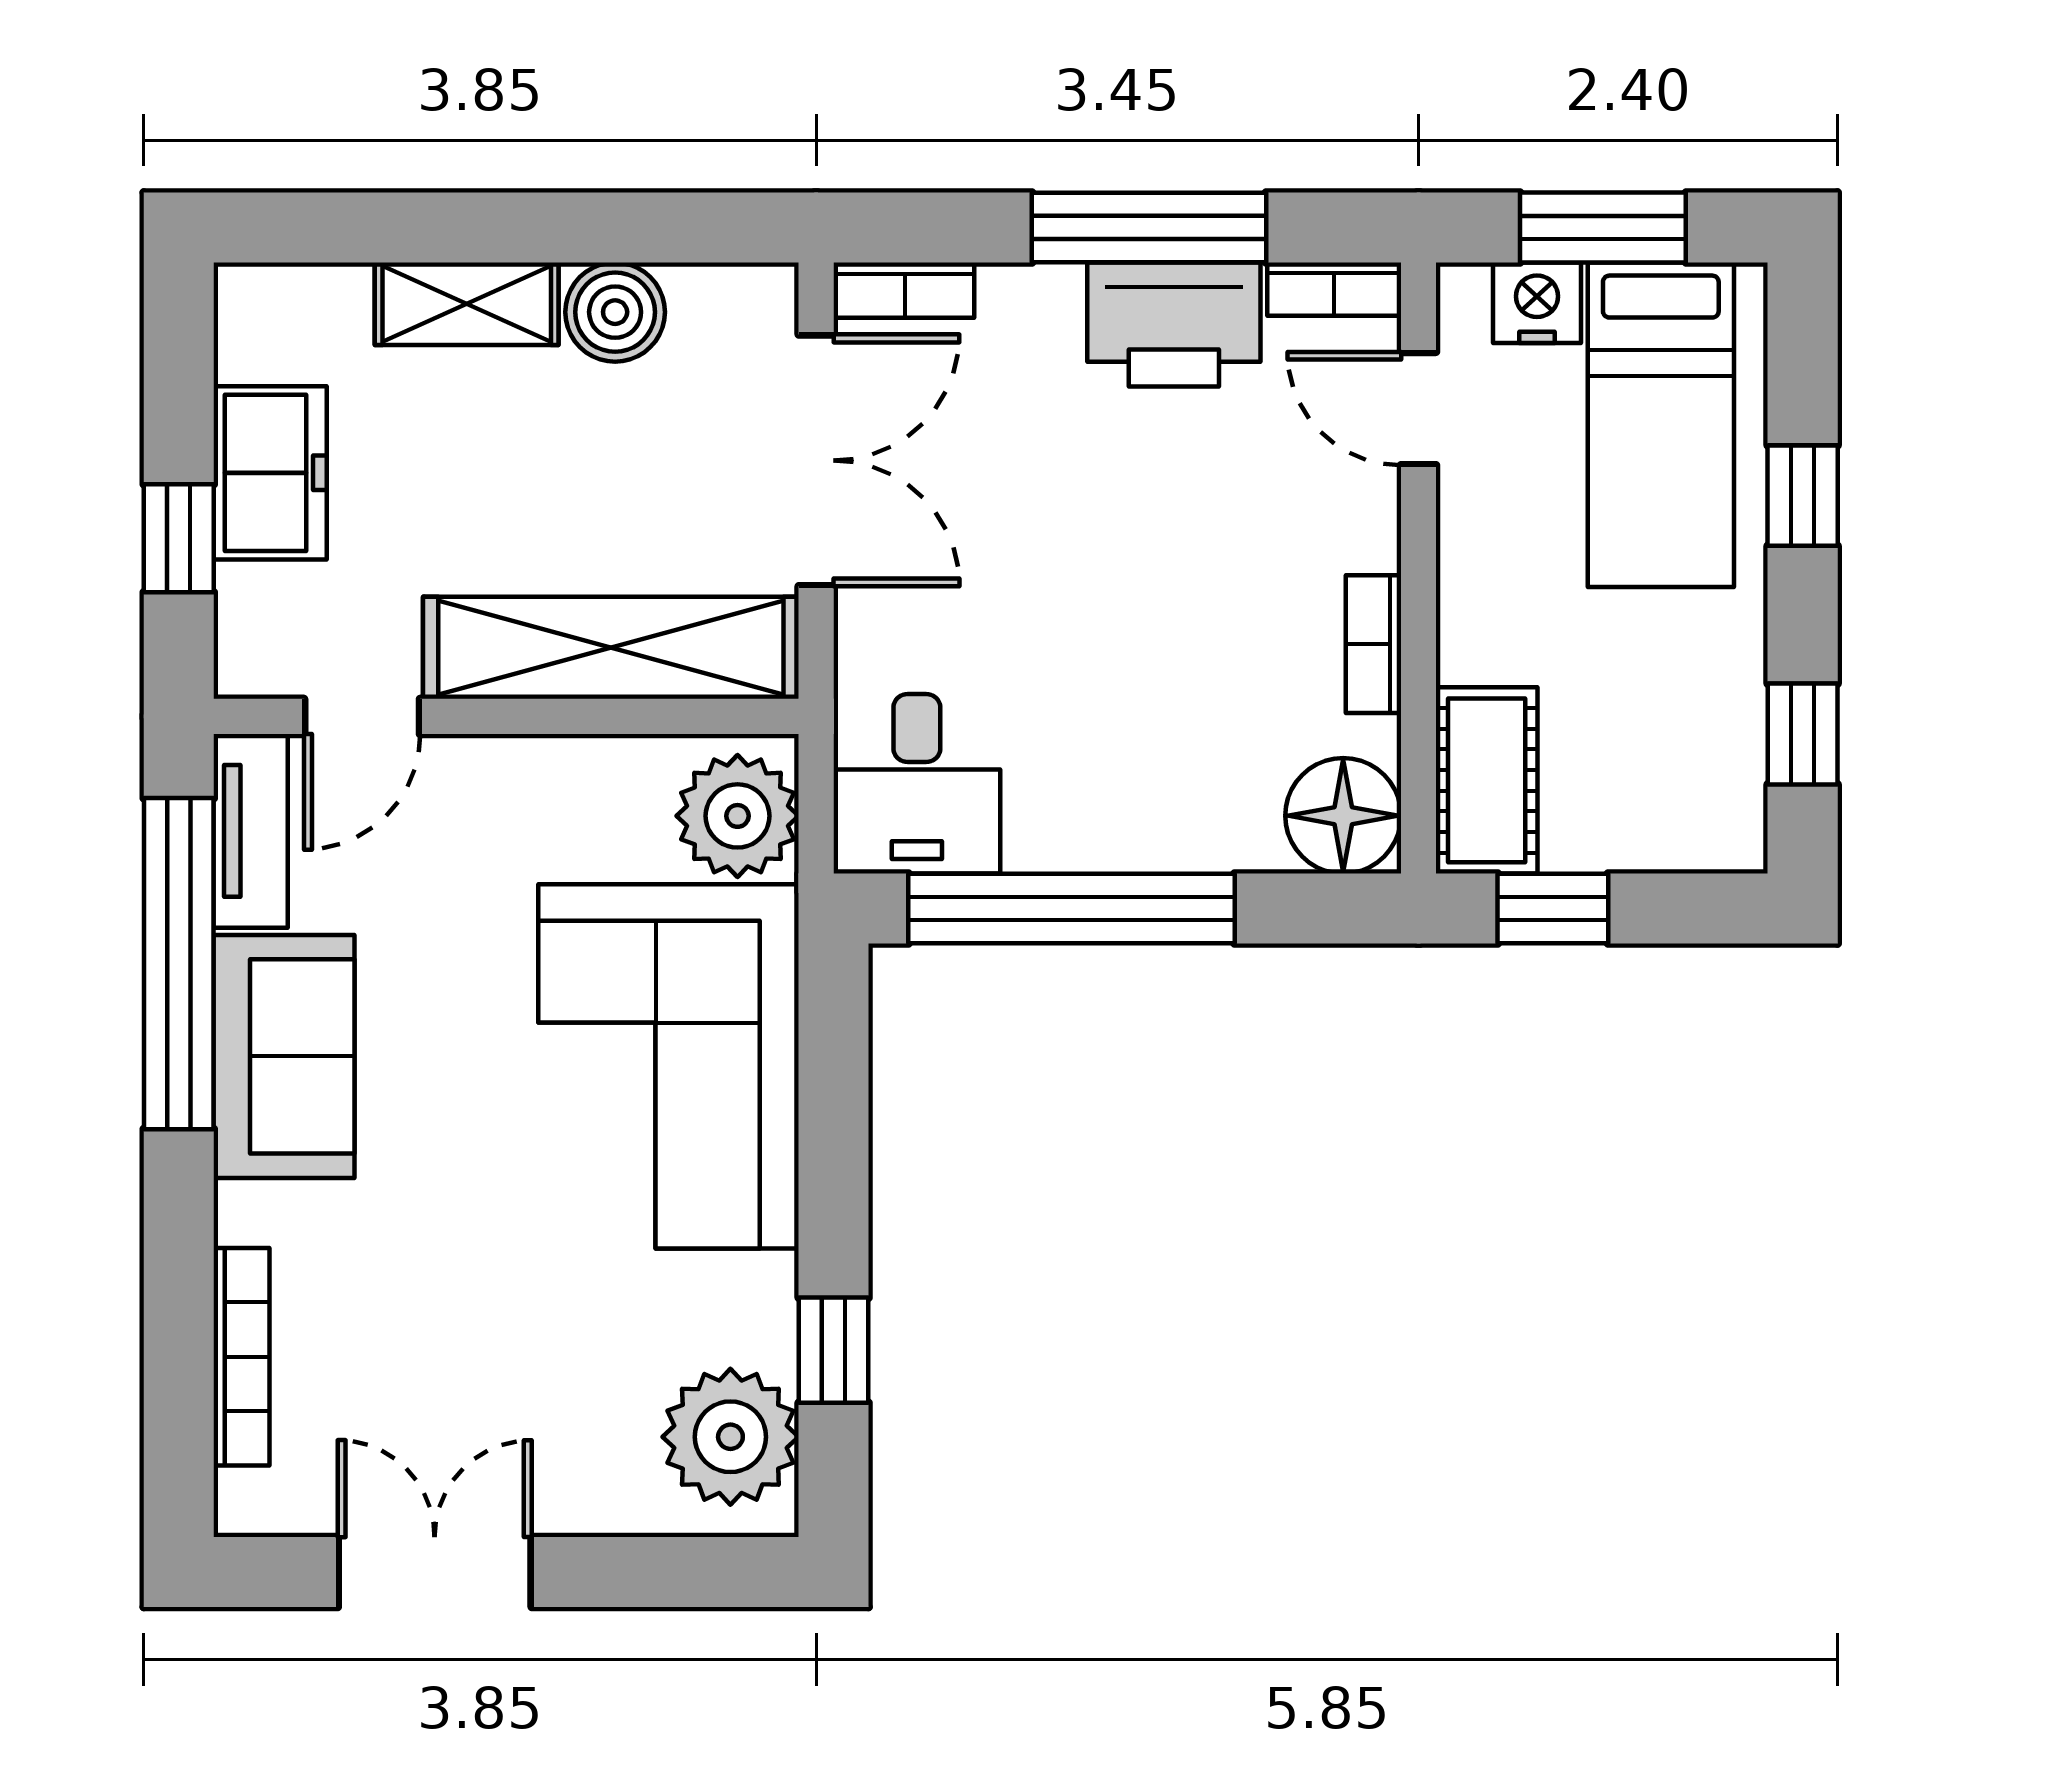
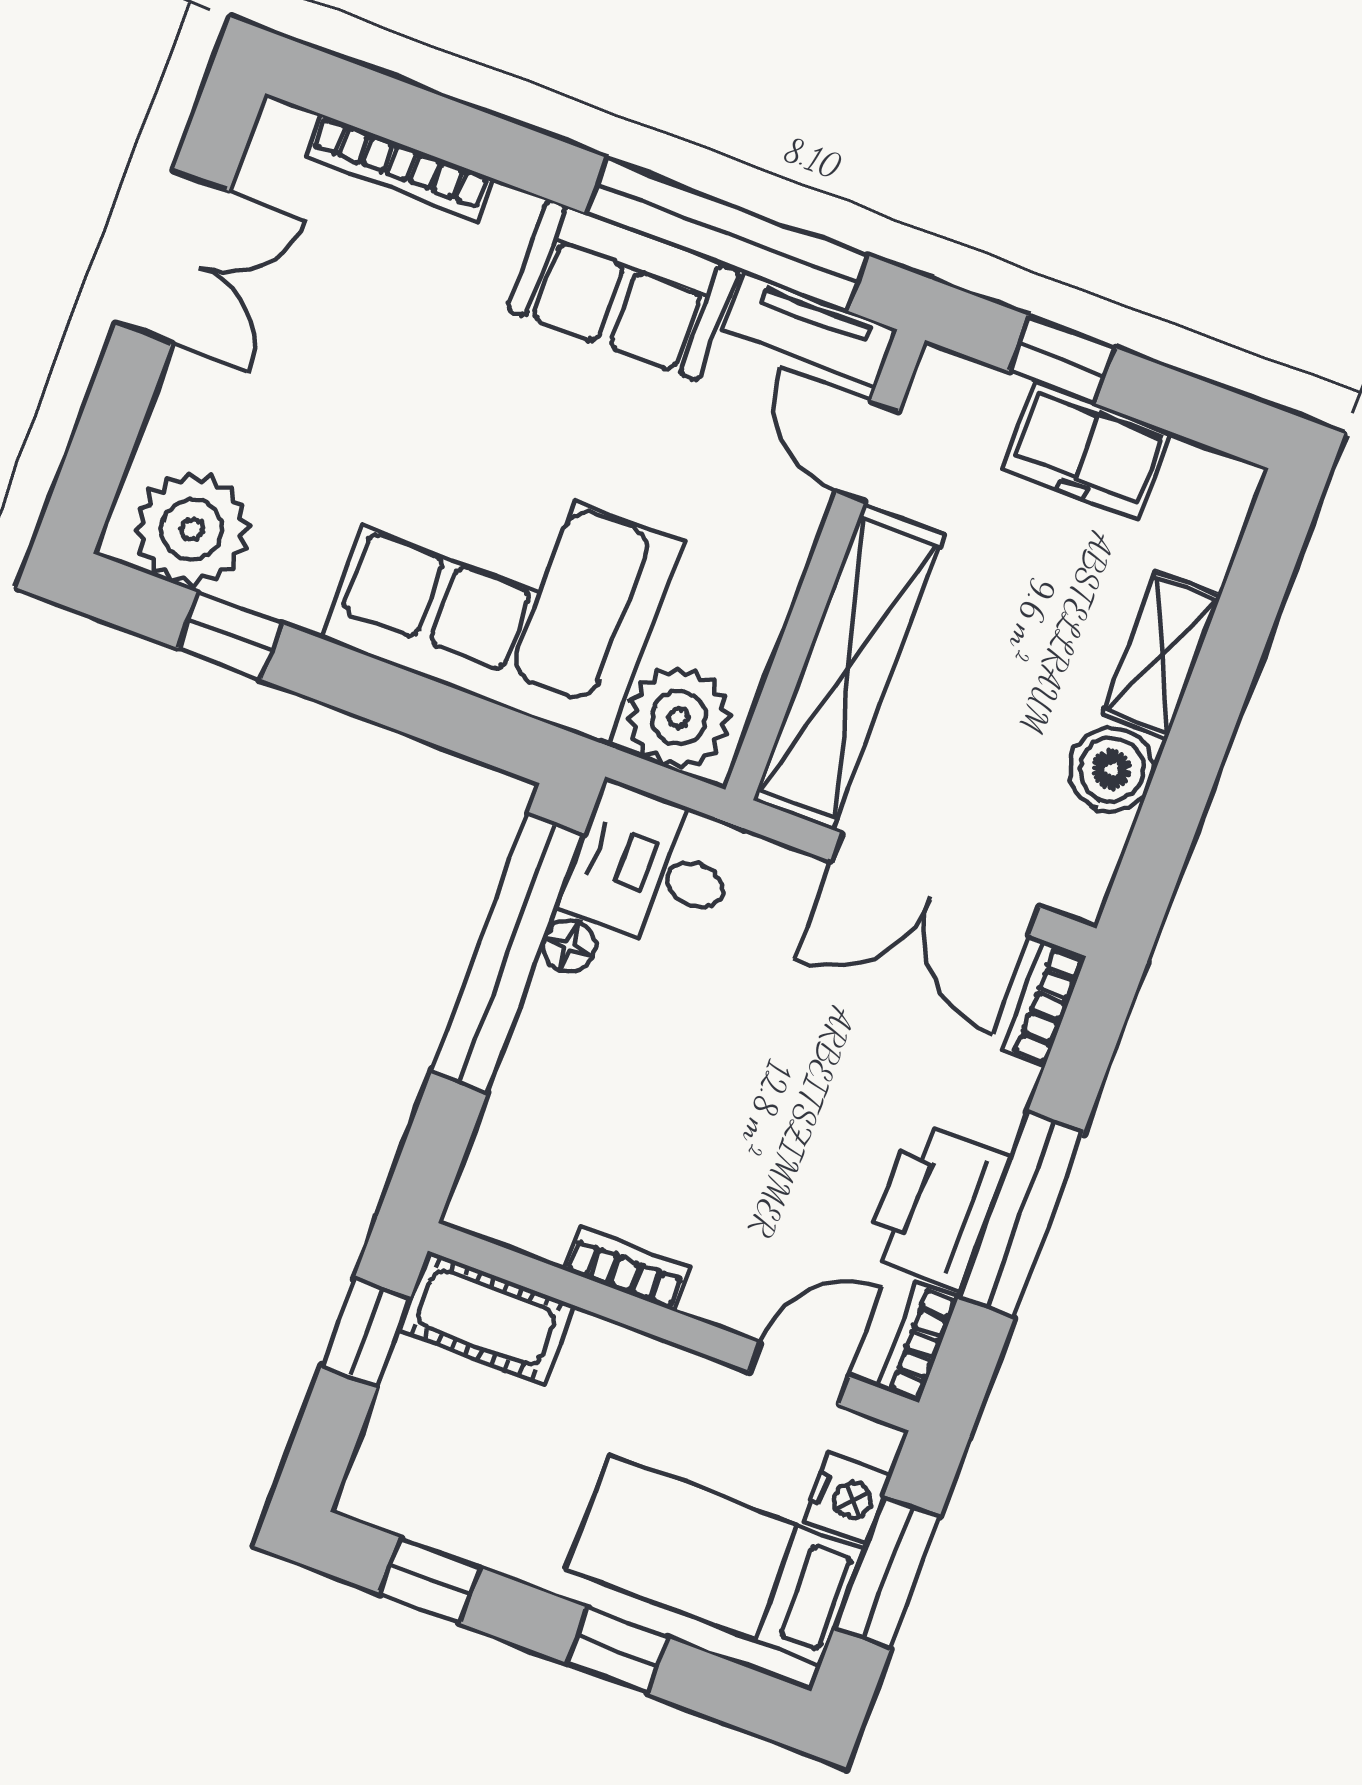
floor lamp: (1343, 816) -> (569, 946), moved, width x0.53, depth x0.53

